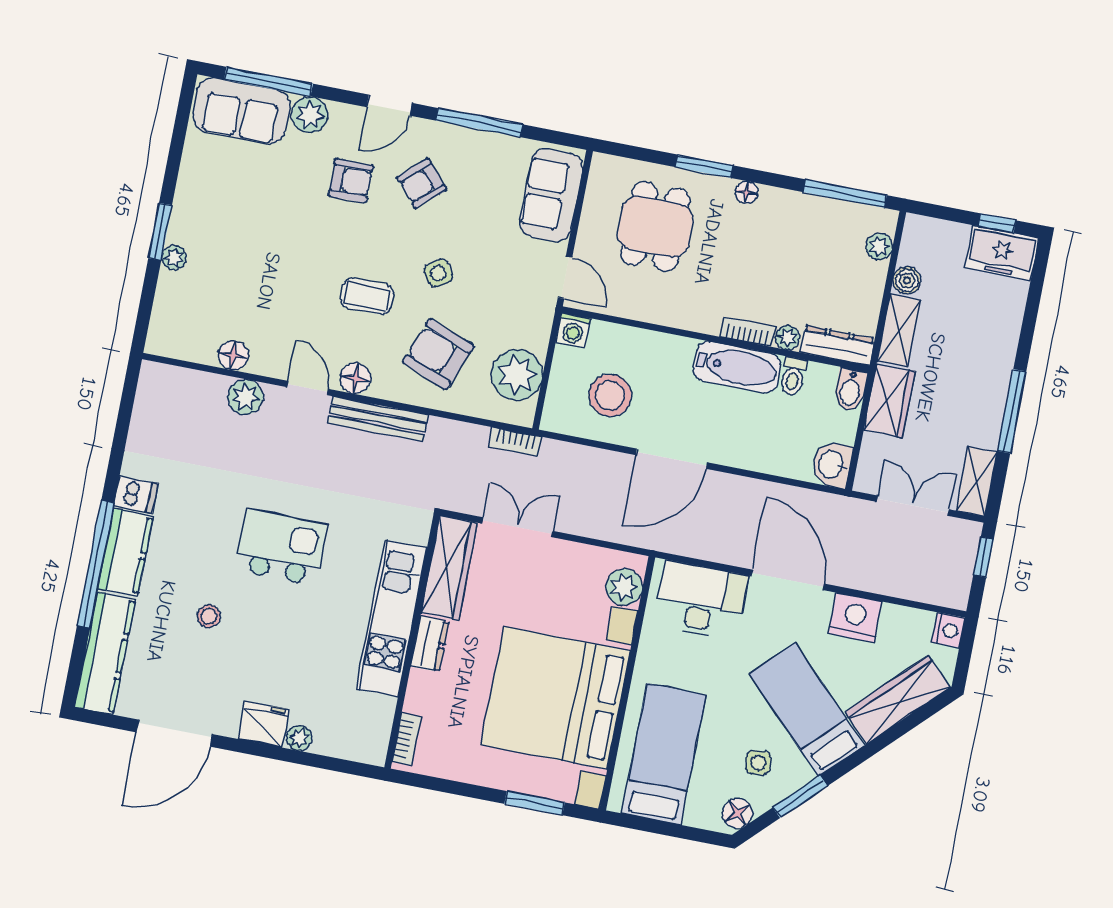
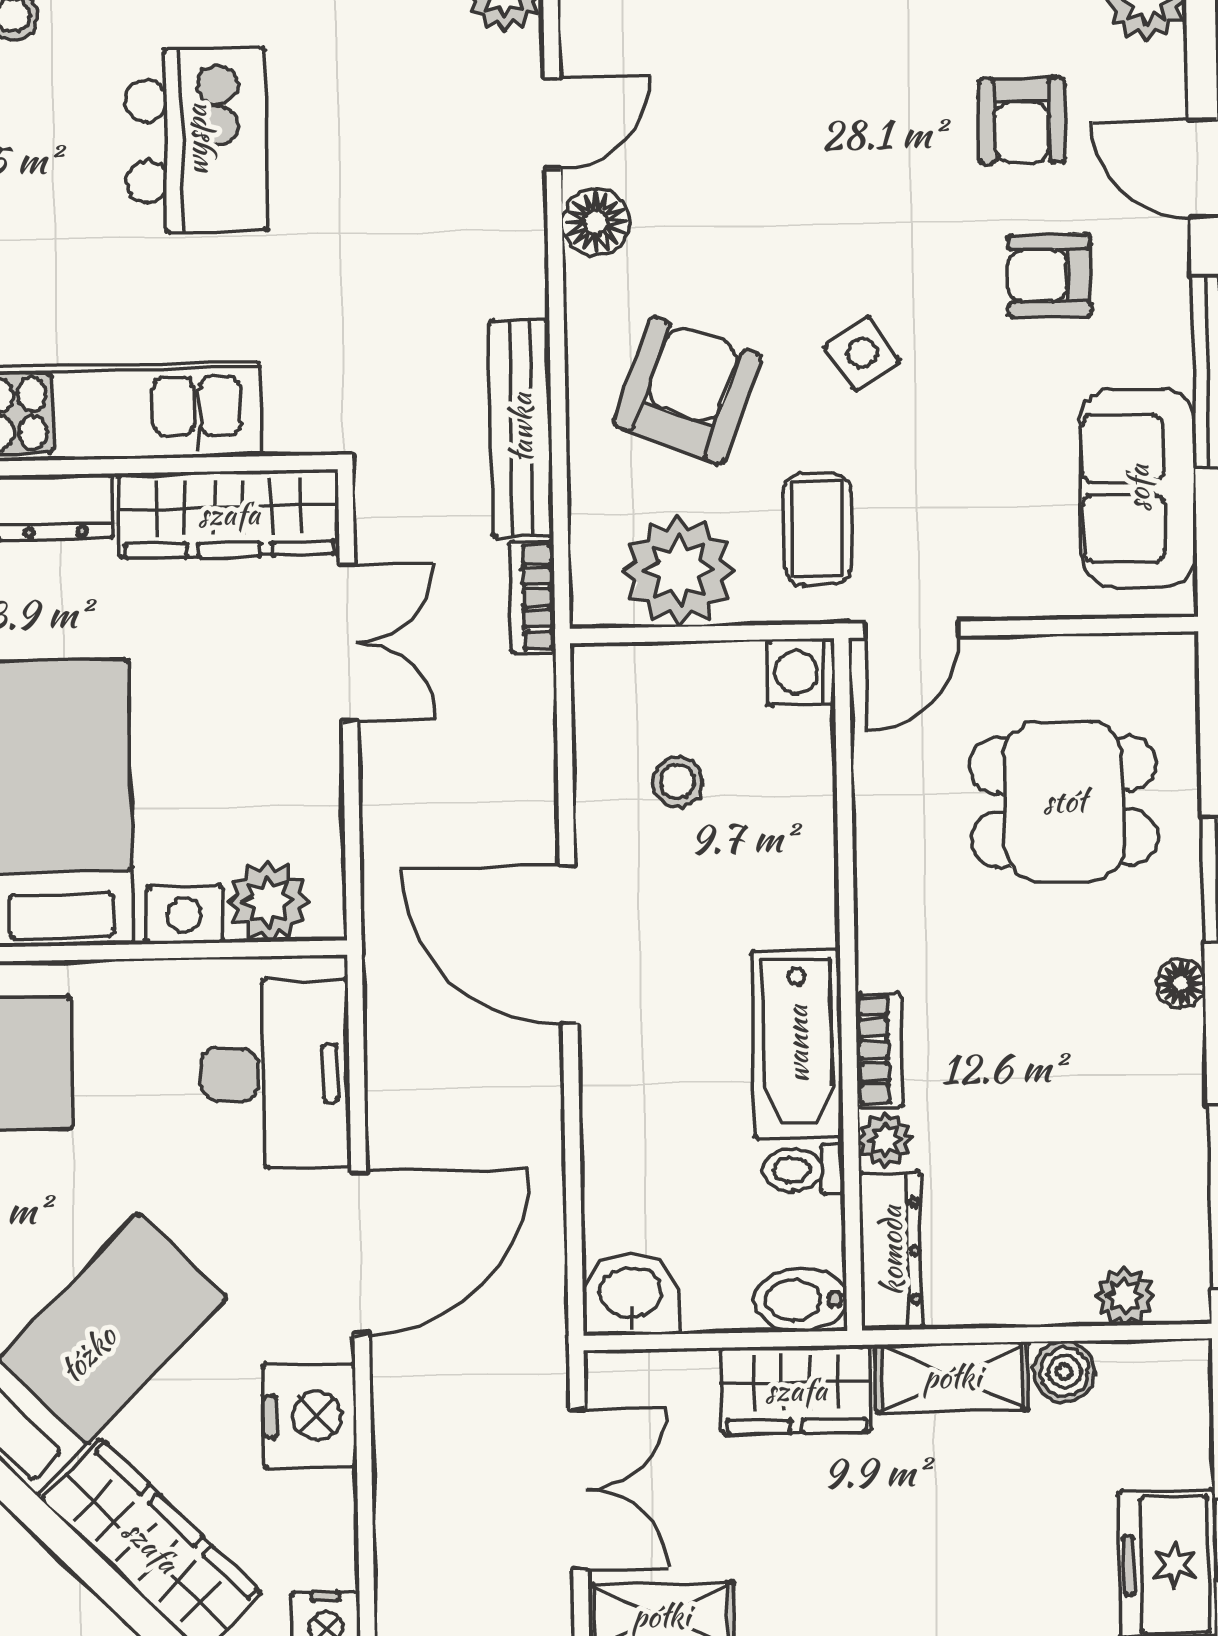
armchair: (422, 183) -> (1049, 275), turned -48
sofa: (551, 195) -> (1138, 488), moved, turned -90
coffee table: (367, 296) -> (818, 529), moved
stool: (610, 395) -> (678, 782), width x0.53, depth x0.53
bench: (378, 419) -> (521, 428), moved

